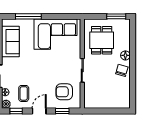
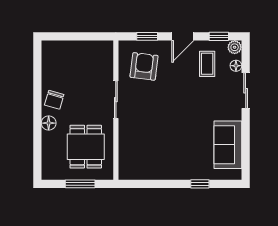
window: (28, 16) -> (200, 184), width x0.46
window: (116, 16) -> (80, 184), moved
corner sofa: (55, 34) -> (158, 156), removed
armchair: (64, 92) -> (144, 66), turned -83

